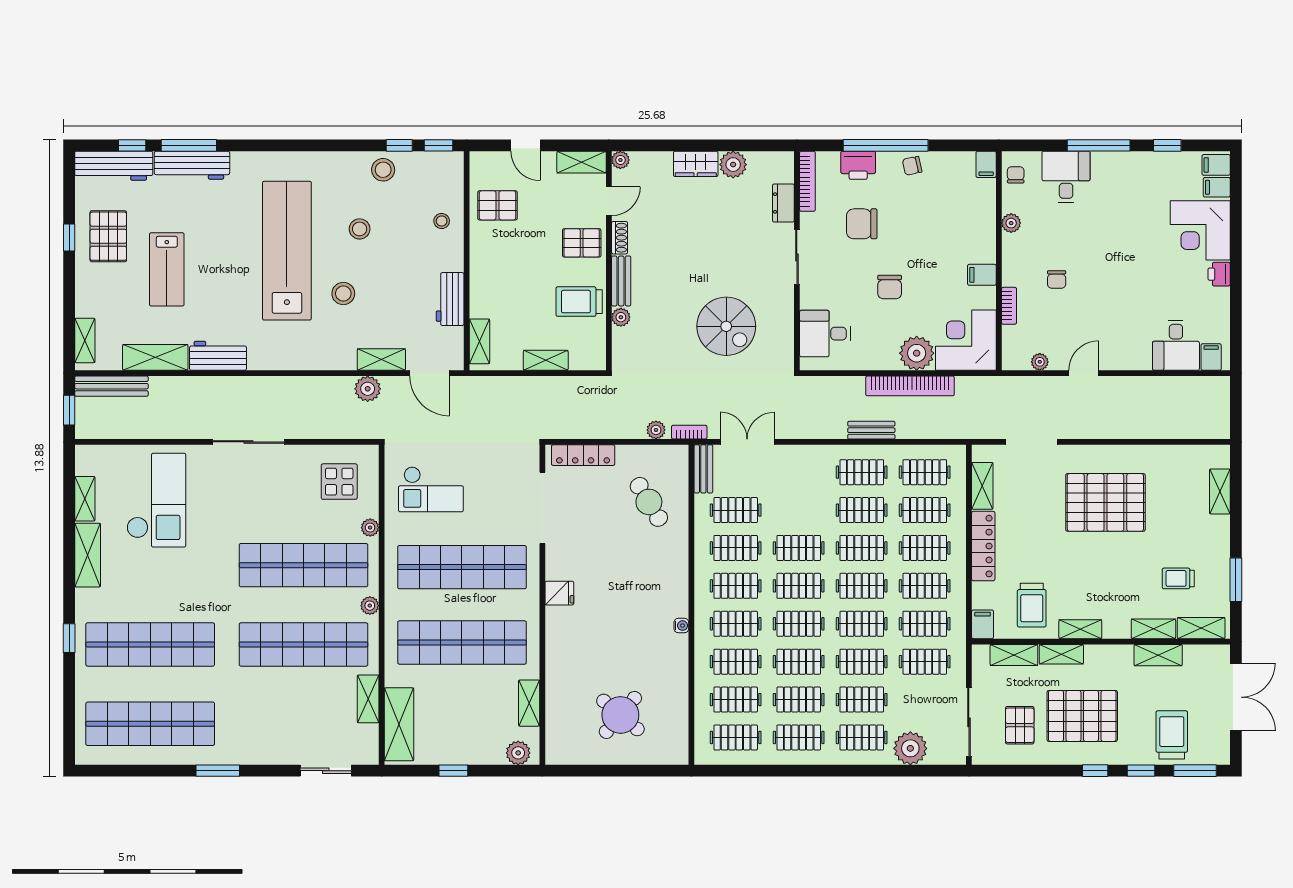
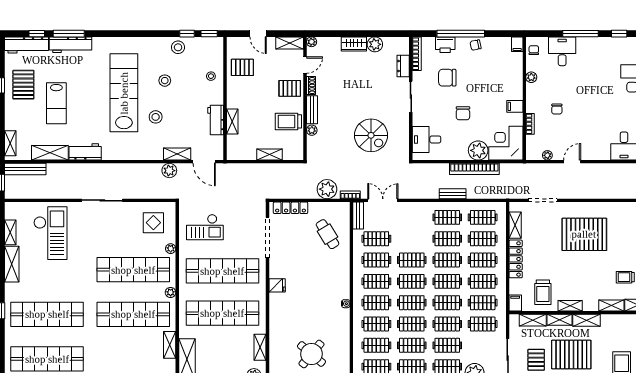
shelving: (479, 341) -> (232, 122), moved
plant: (656, 430) -> (327, 189), width x1.88, depth x1.88
shelving: (1158, 655) -> (587, 320), moved

